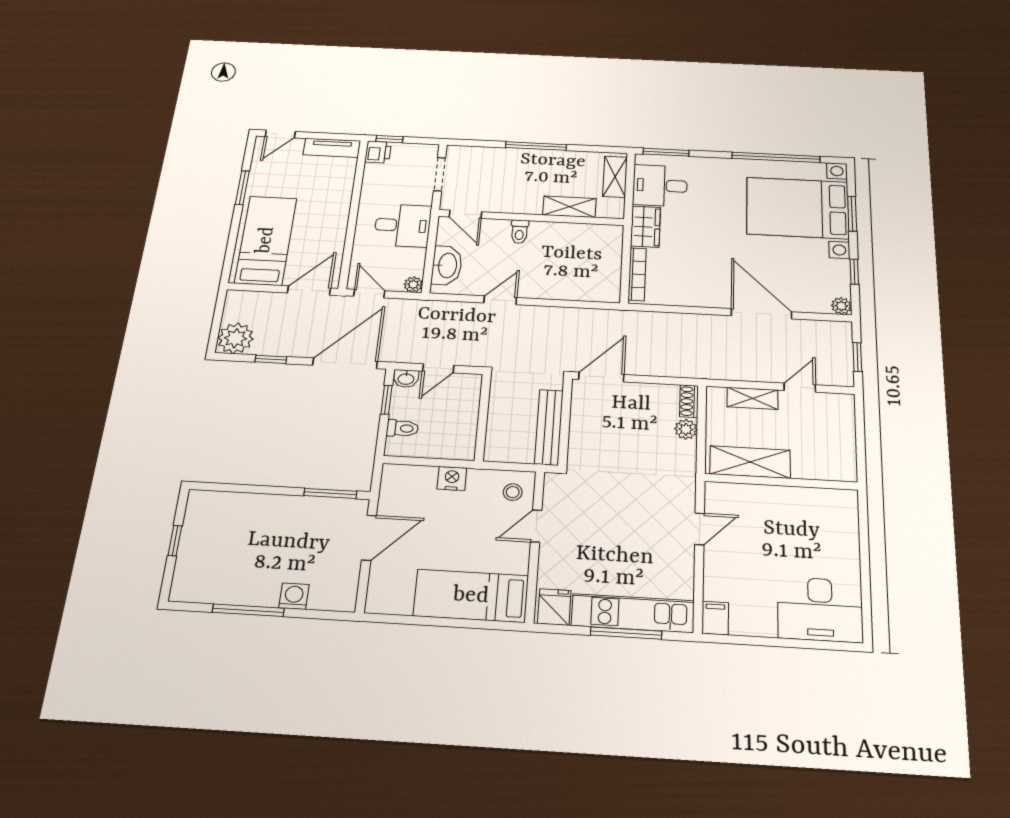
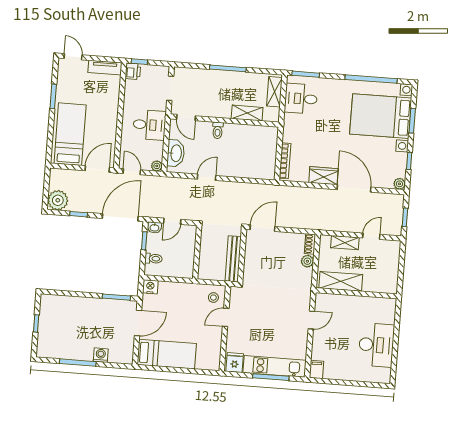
door: (280, 134) -> (73, 57), swing flipped
wardrobe: (645, 227) -> (323, 176), moved, turned -90
nightstand: (452, 478) -> (150, 287), moved
bed: (471, 596) -> (167, 354), moved, turned 180
desk: (820, 609) -> (376, 345), moved, turned -90

